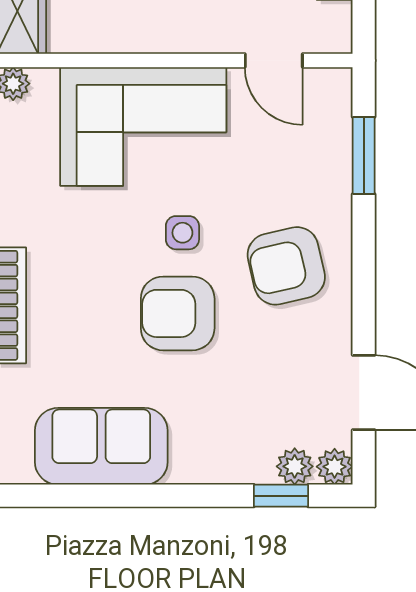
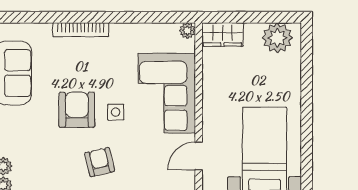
armchair: (286, 266) -> (100, 162), width x0.72, depth x0.72

